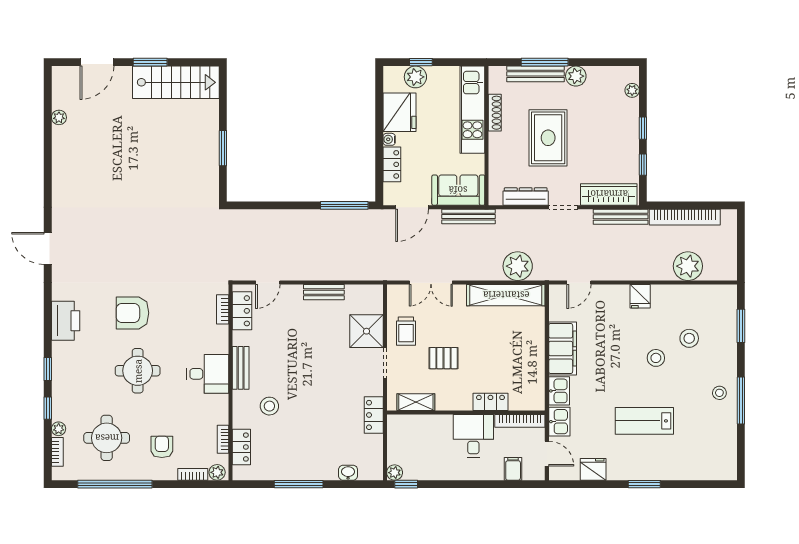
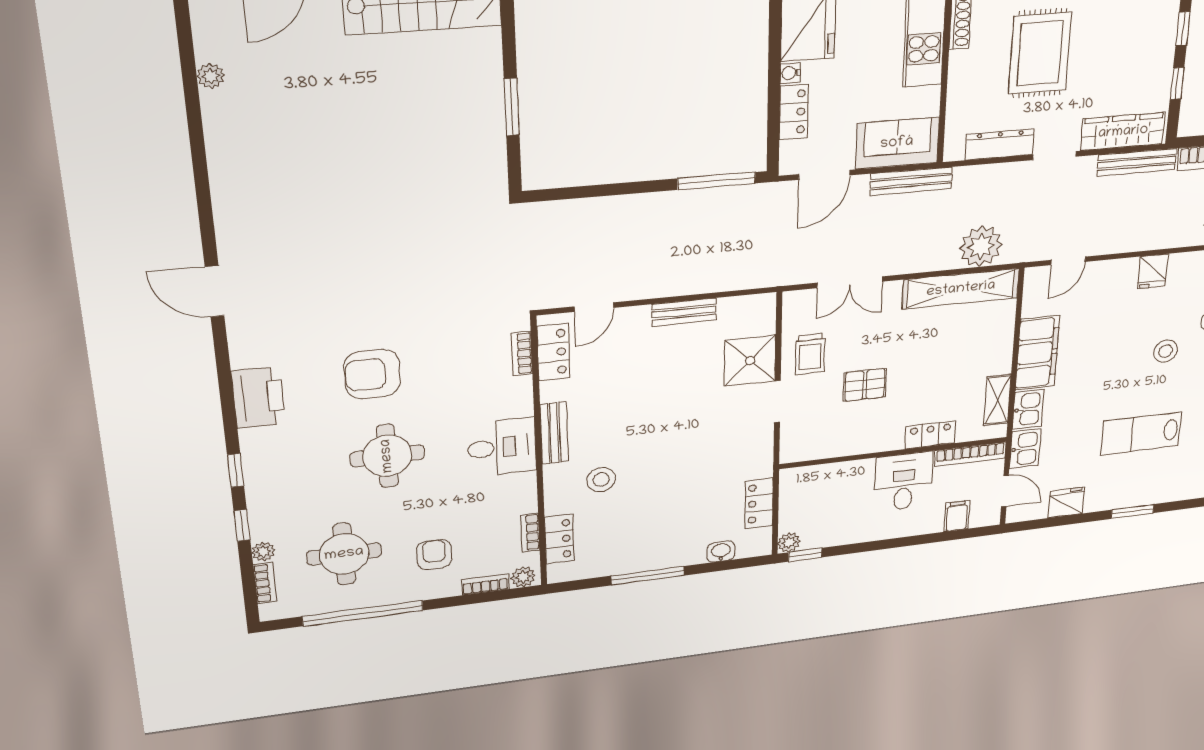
shelving: (416, 402) -> (997, 400), moved, turned 90
locker: (374, 415) -> (759, 503), moved

